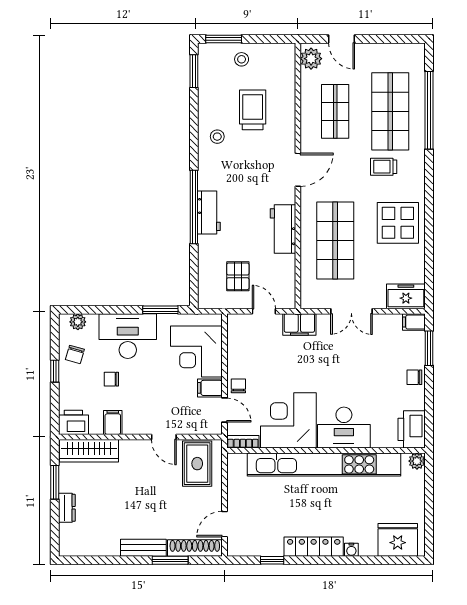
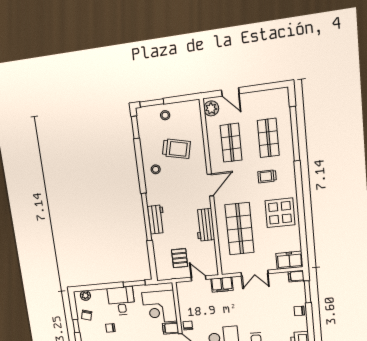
trolley: (253, 110) -> (176, 149), turned 103
shop shelf: (390, 111) -> (268, 138), width x0.70, depth x0.74
desk: (128, 336) -> (121, 301), width x0.73

